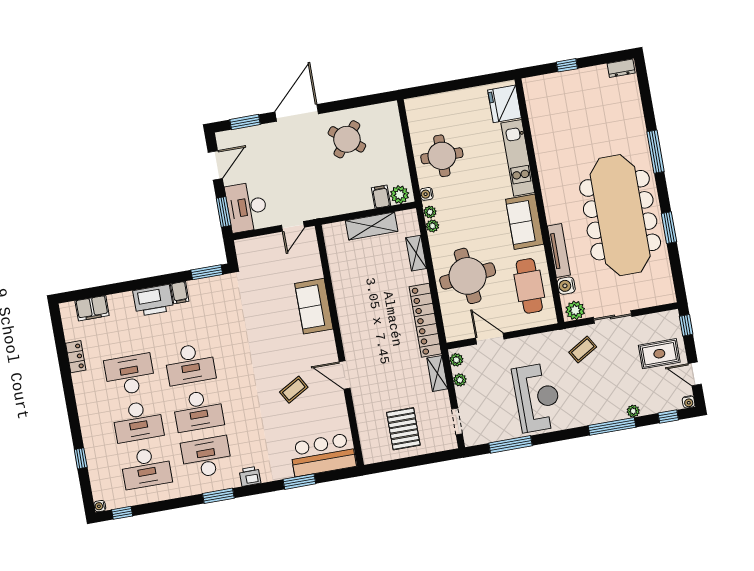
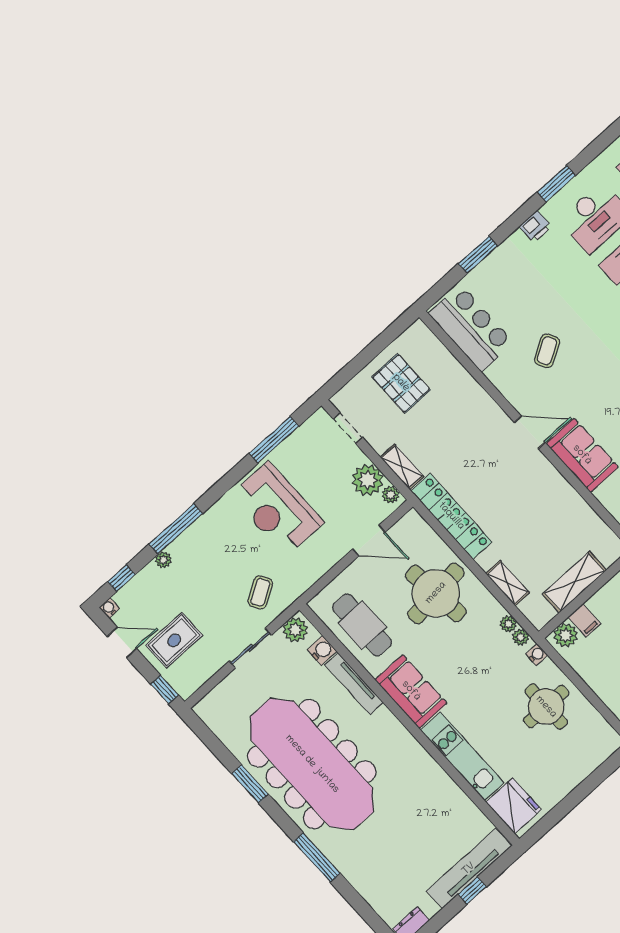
tv unit: (560, 81) -> (469, 869), added
door: (345, 375) -> (530, 432), moved
plant: (460, 380) -> (368, 480), width x1.88, depth x1.88
bar counter: (323, 455) -> (471, 328), moved, turned -90

